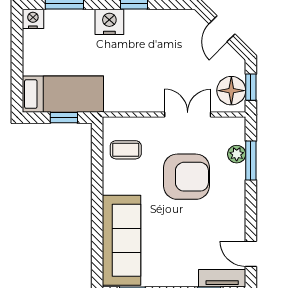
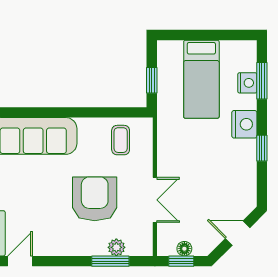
nightstand: (33, 19) -> (247, 83), moved
floor lamp: (231, 91) -> (184, 249), width x0.53, depth x0.53
bed: (63, 94) -> (201, 79), moved
armchair: (186, 177) -> (95, 199), turned 180

